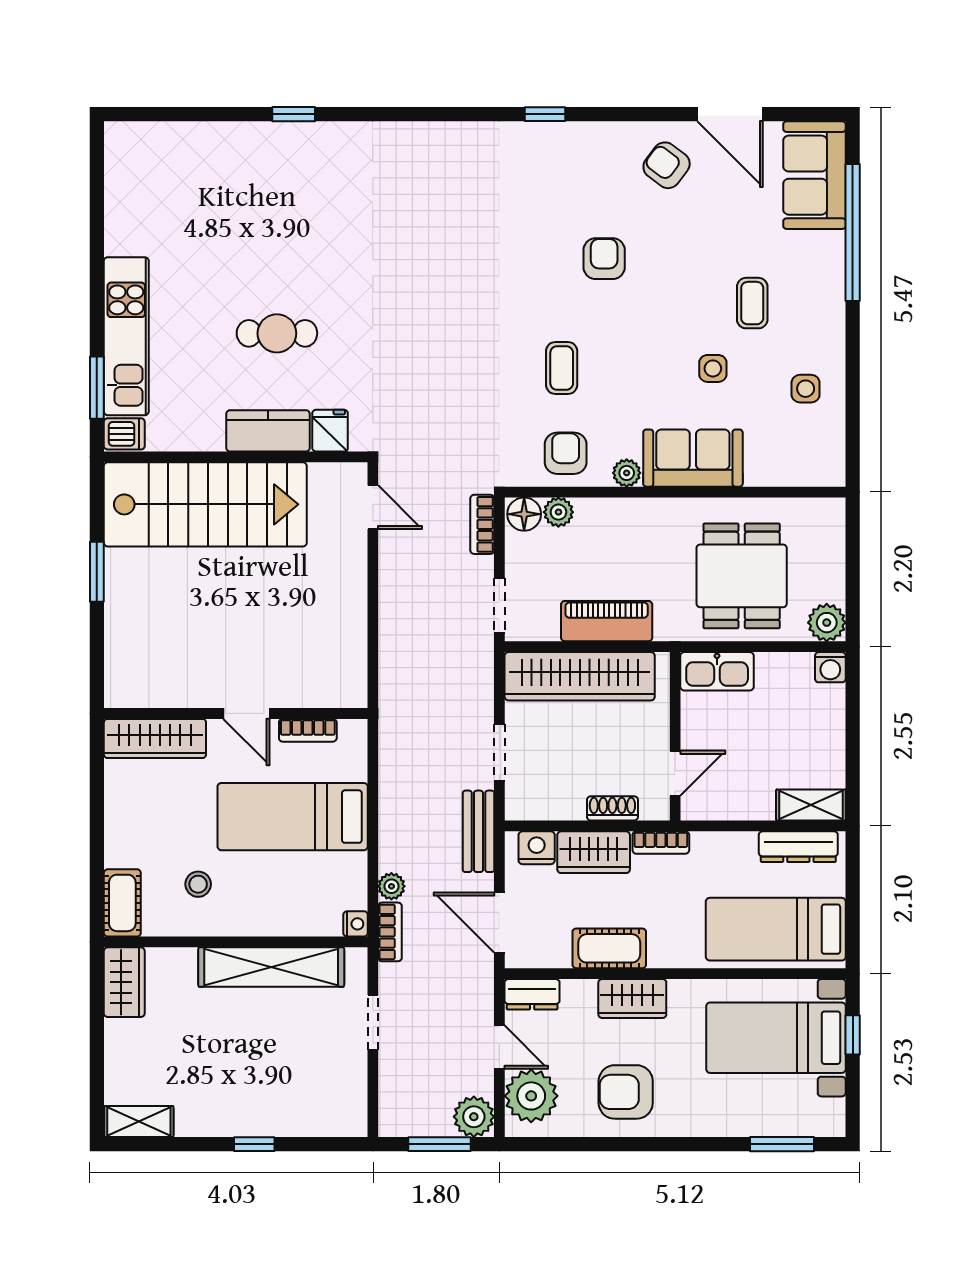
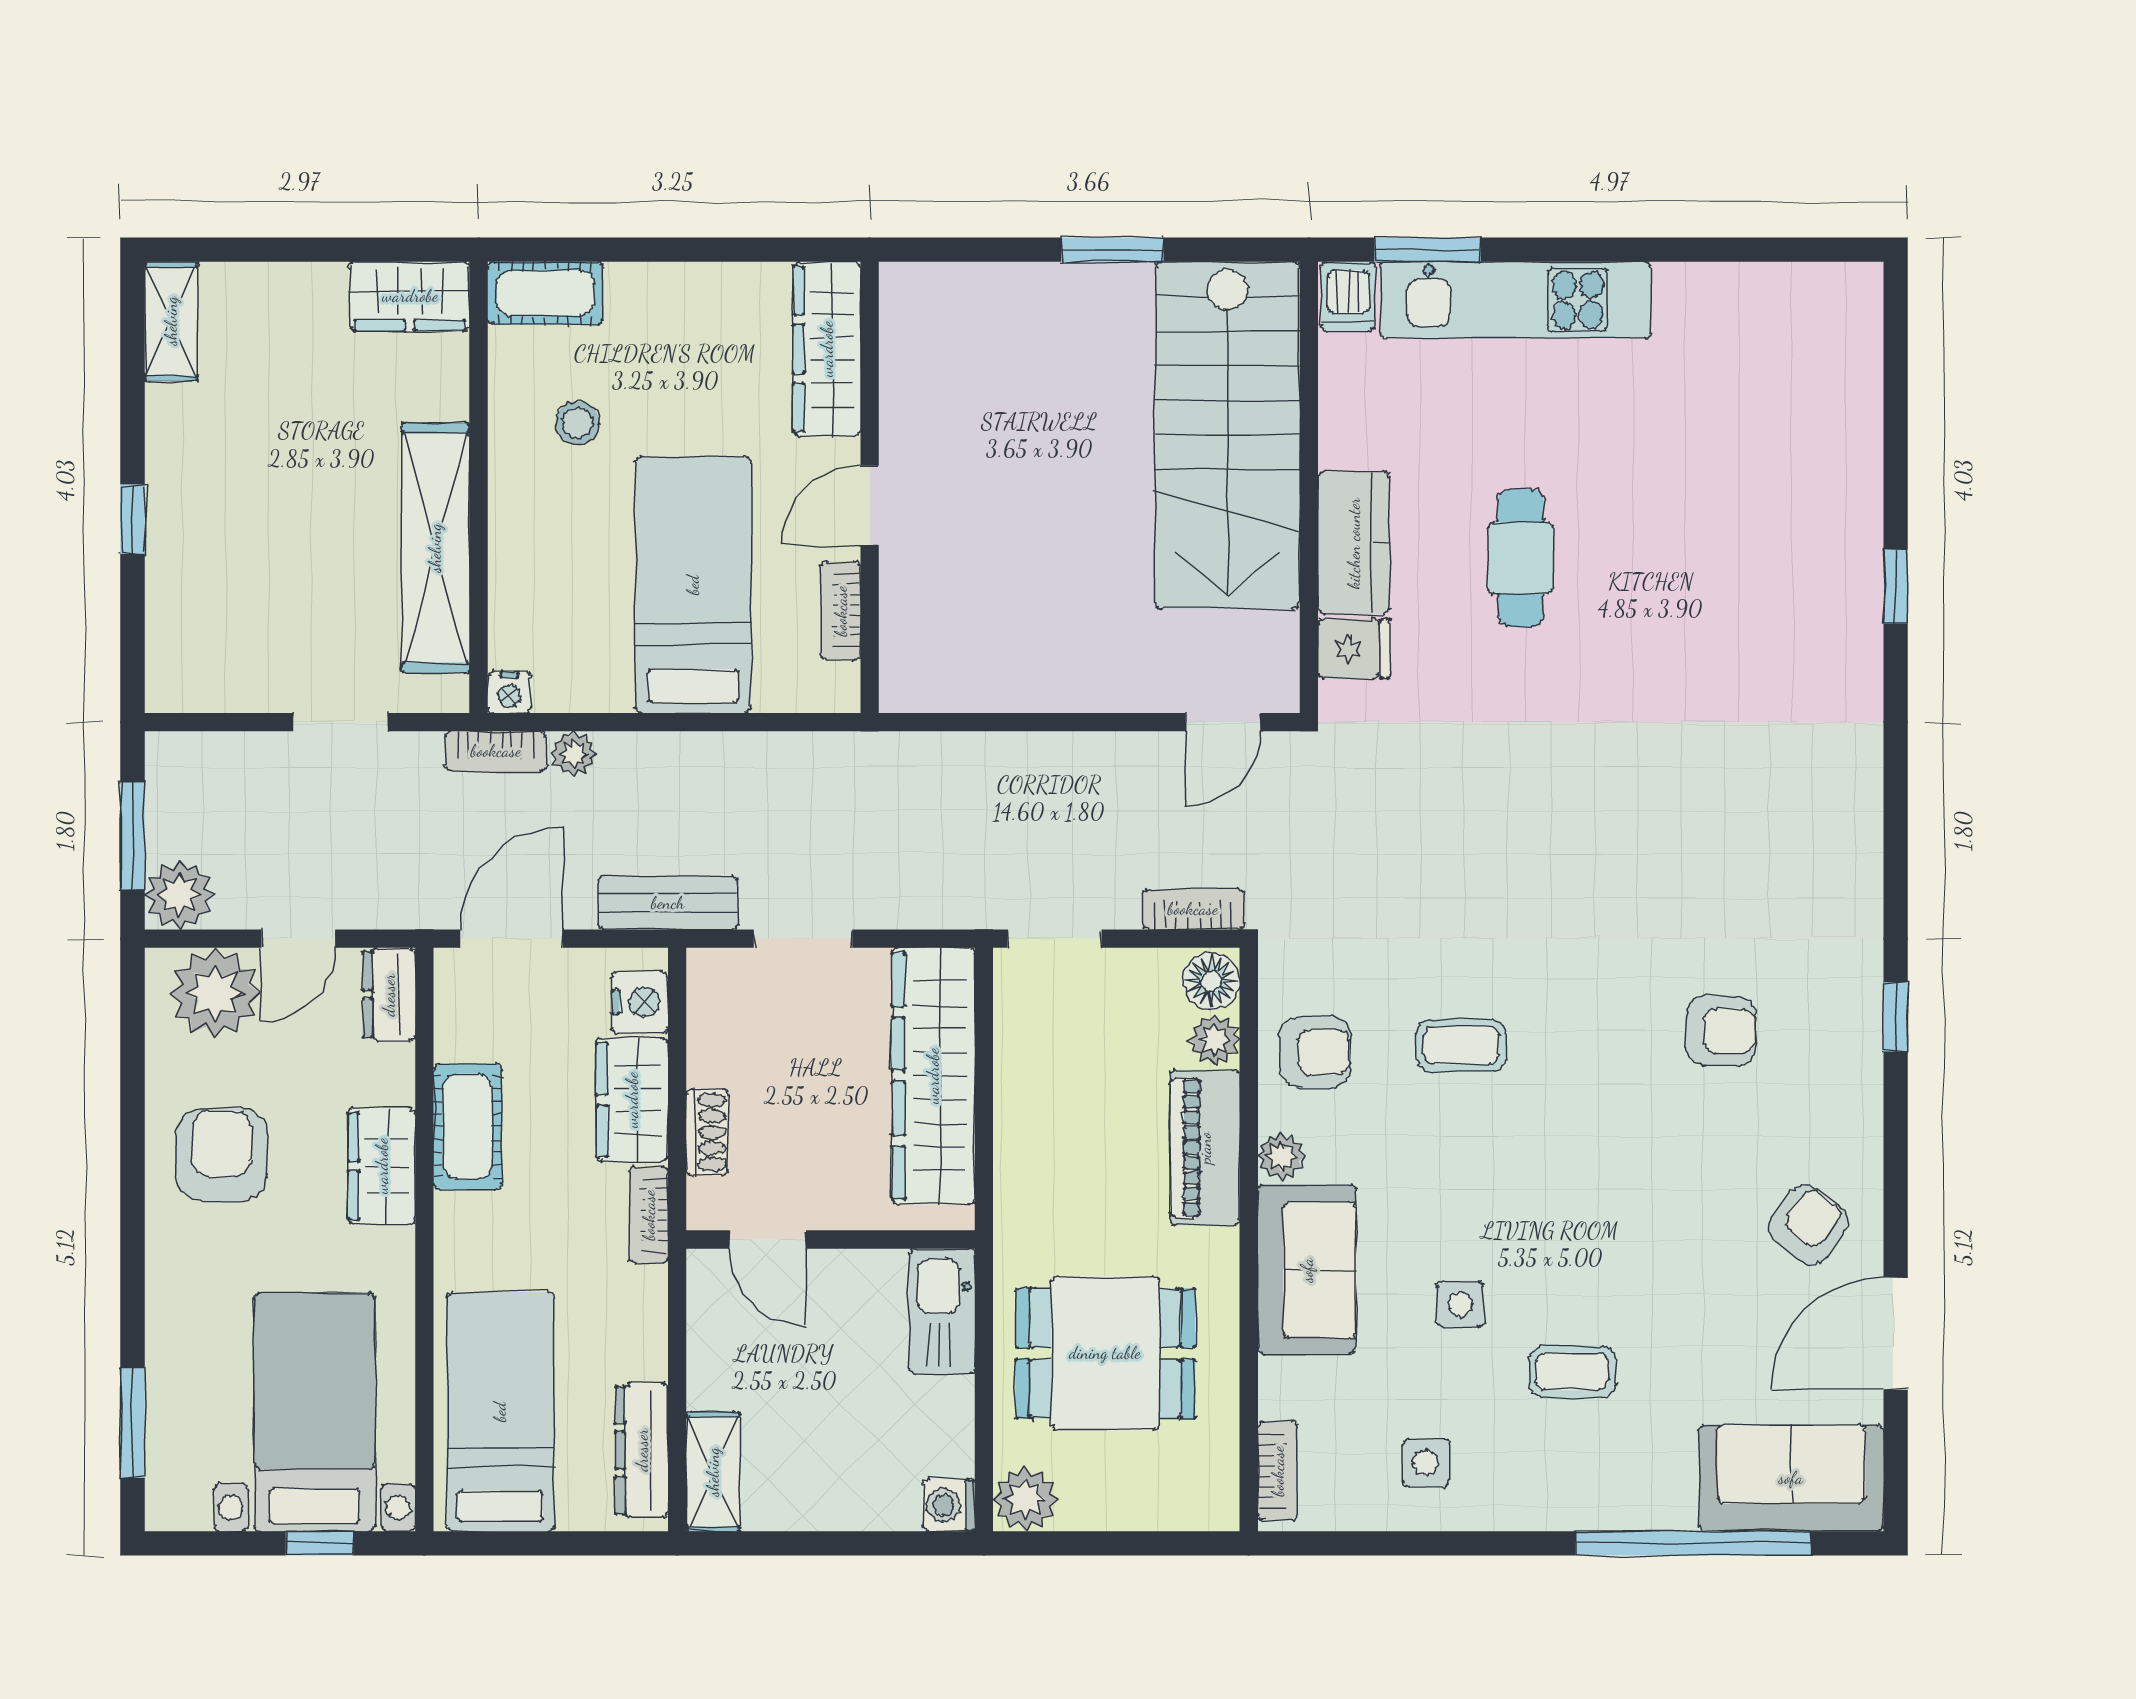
armchair: (604, 259) -> (1721, 1031), moved
bookcase: (810, 475) -> (1278, 1471), added
piano: (607, 621) -> (1205, 1148), moved, turned 180

